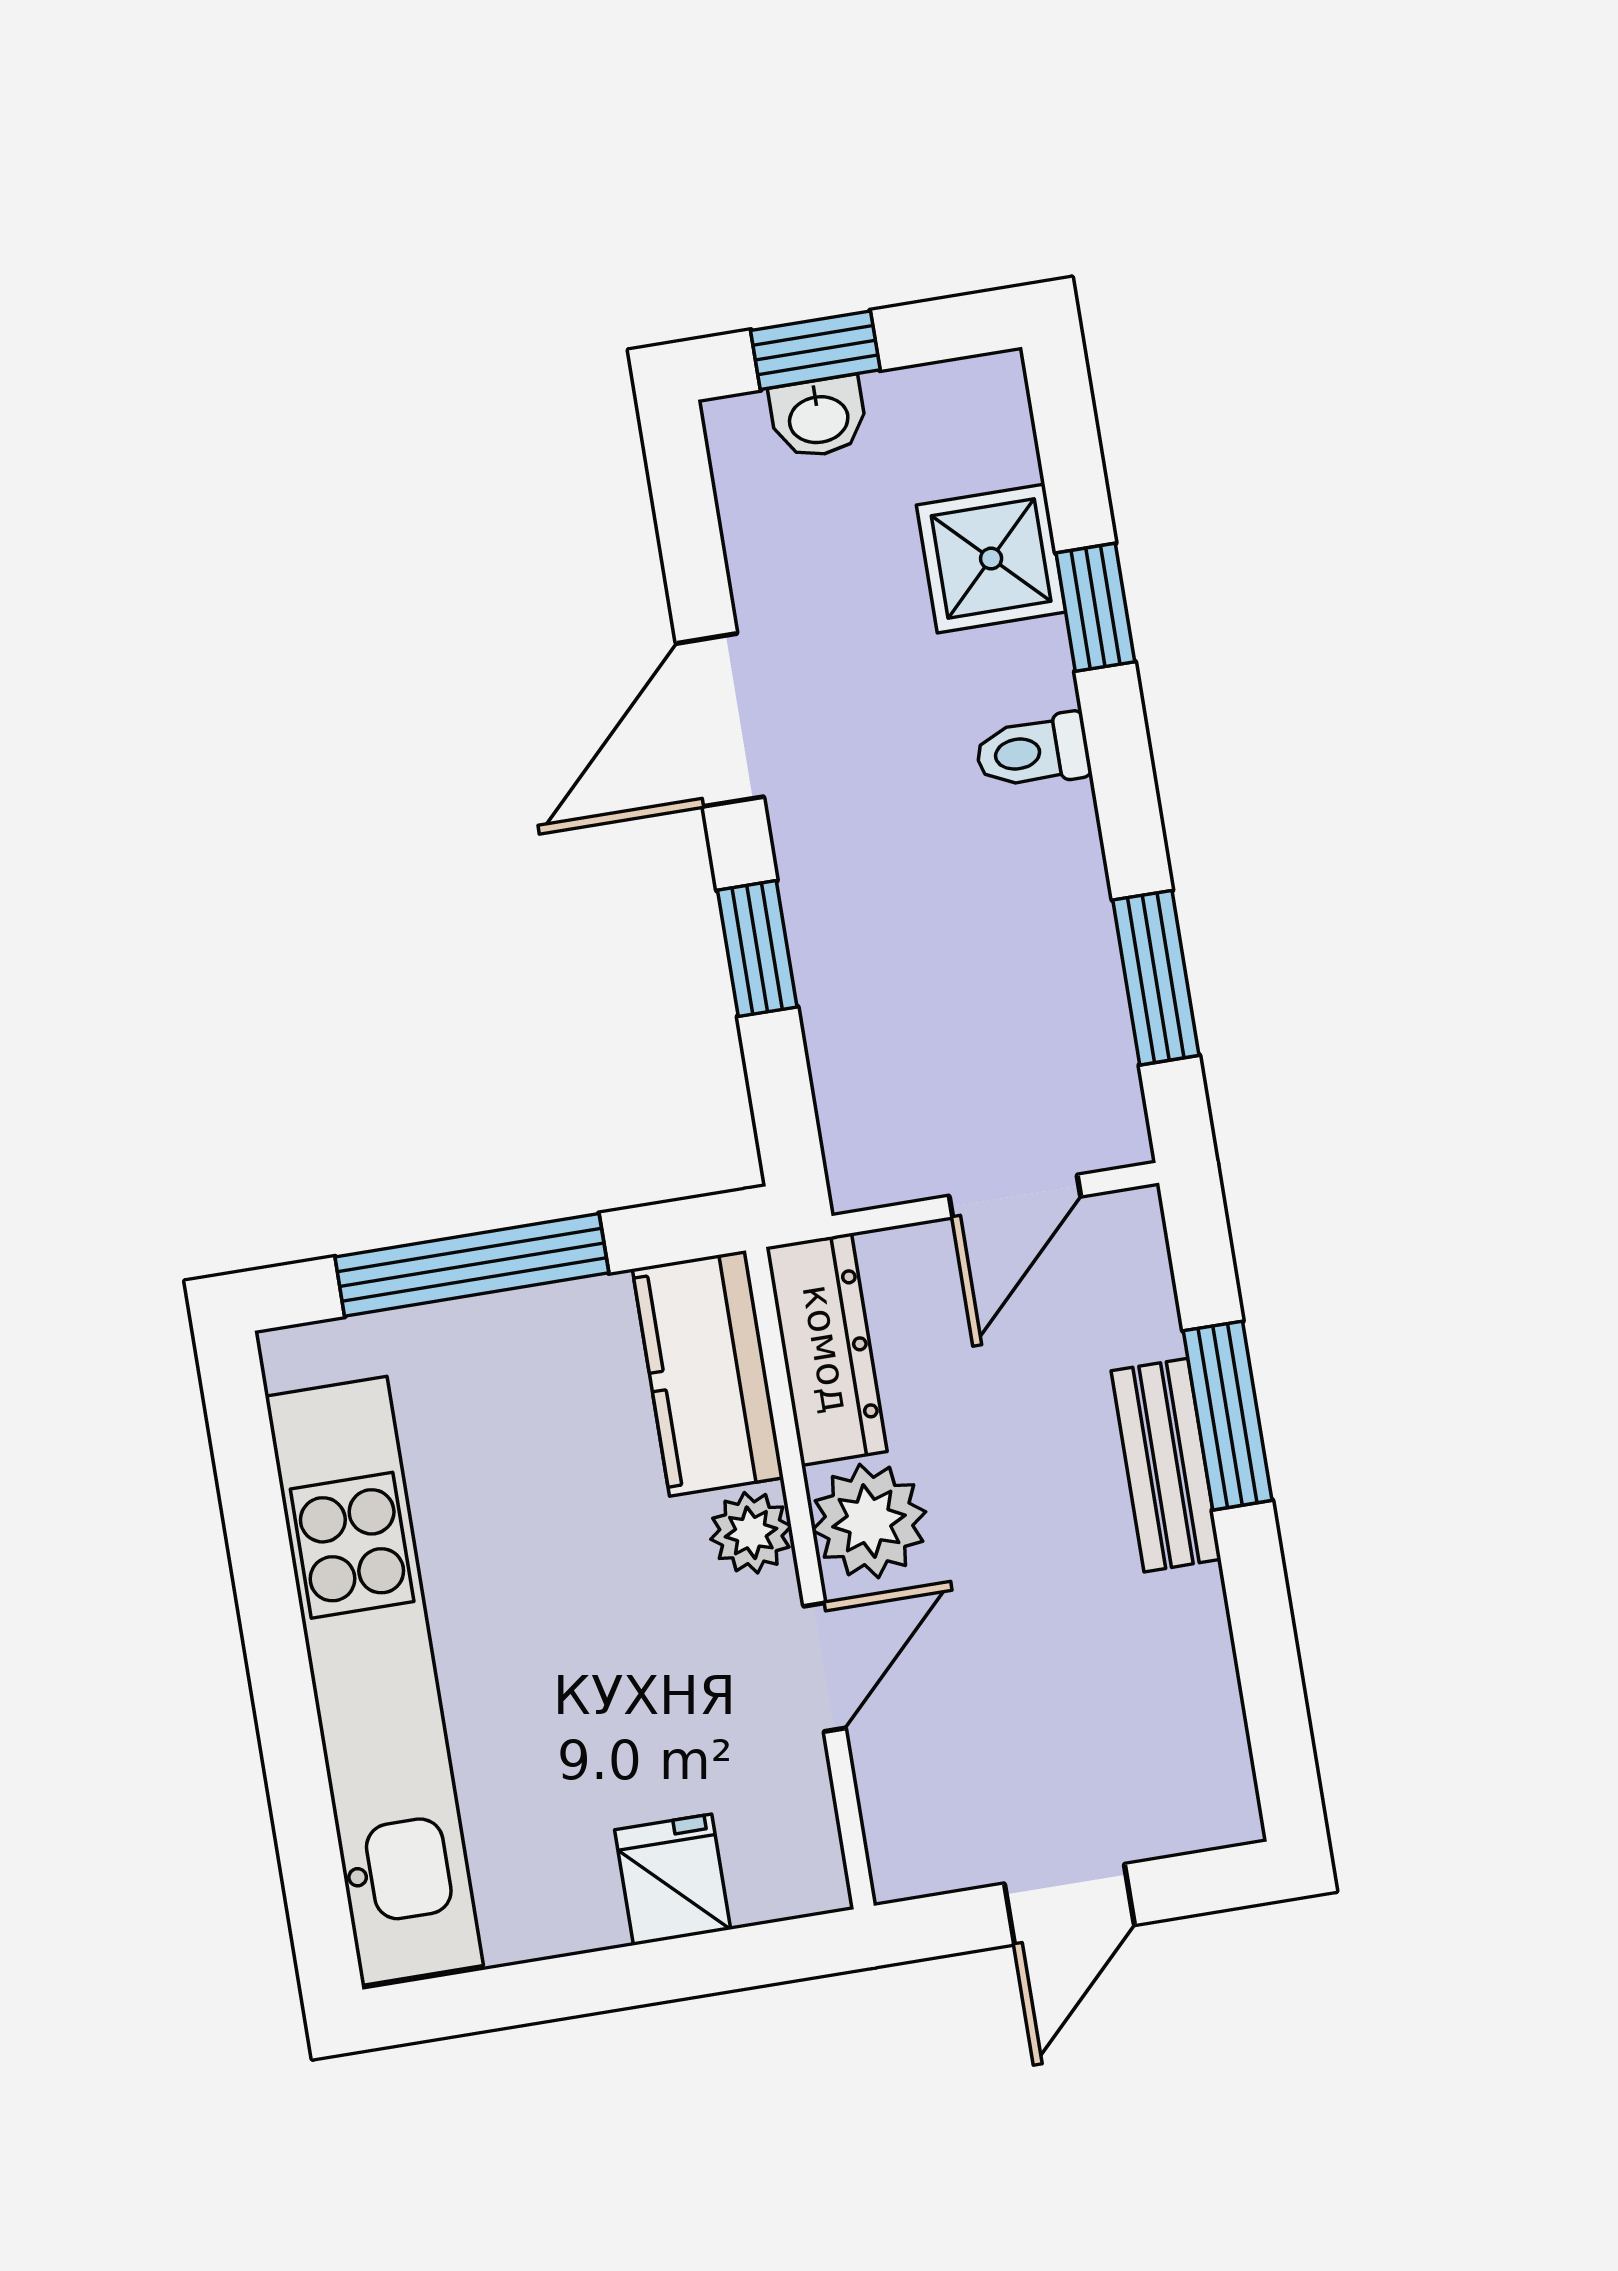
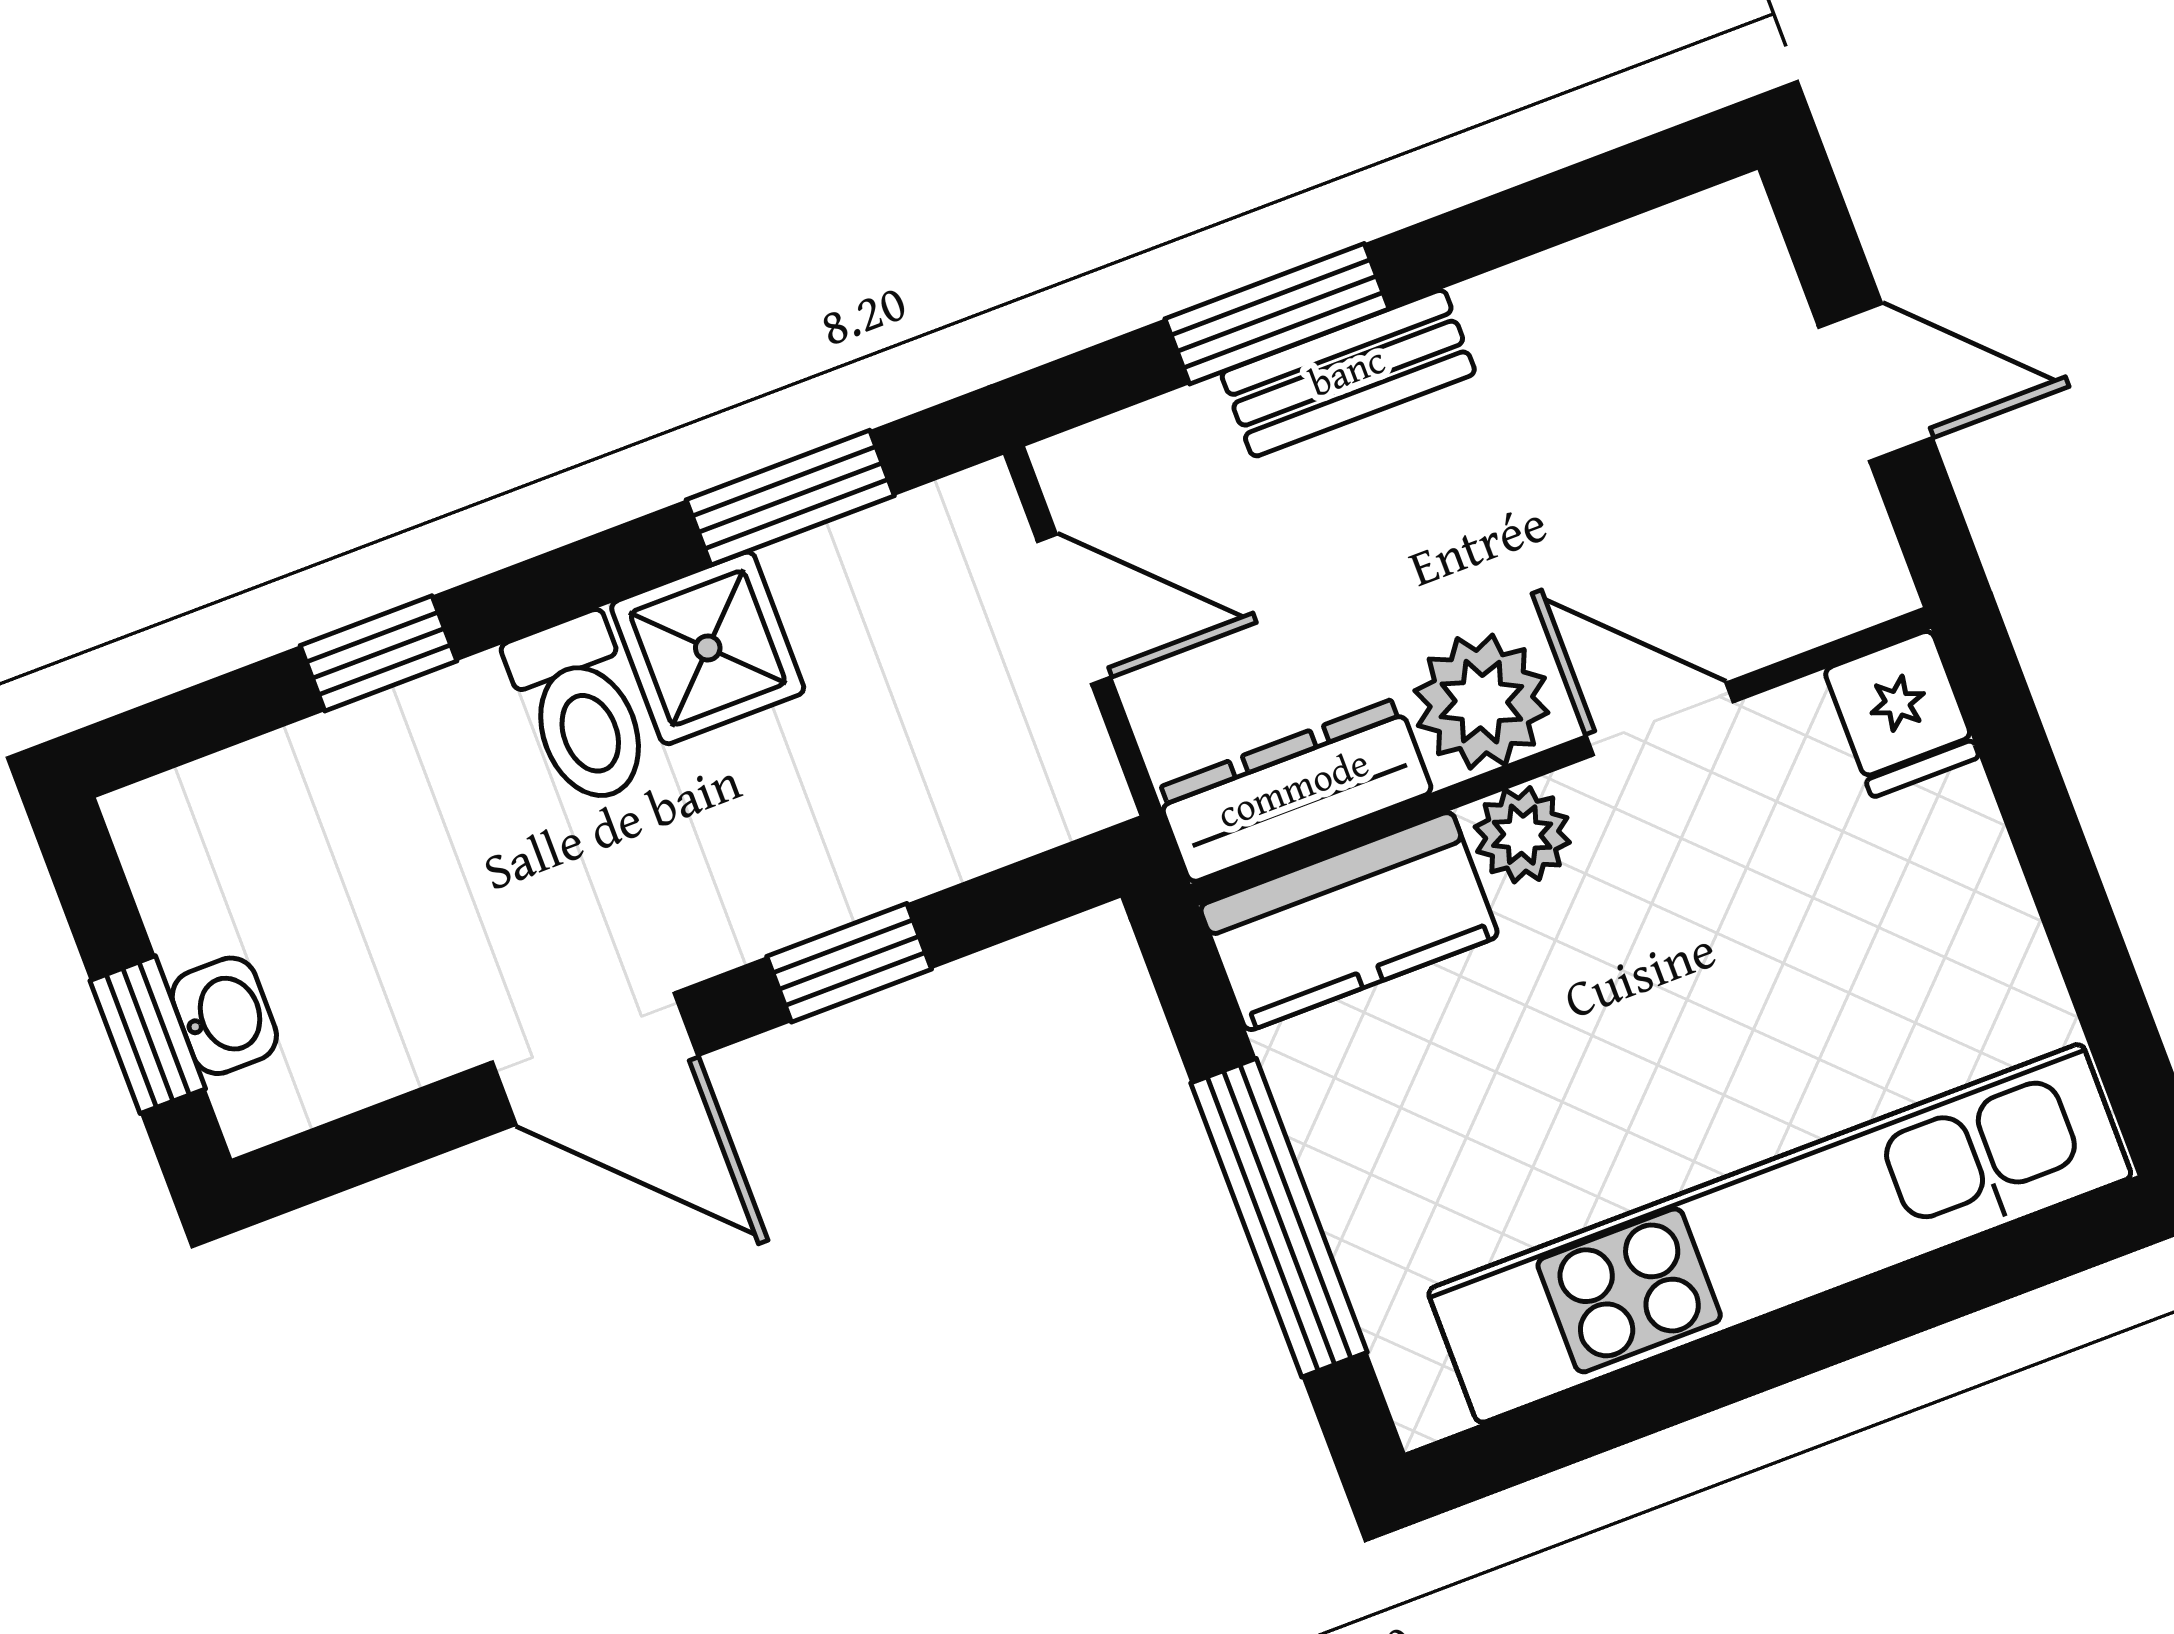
shower: (991, 559) -> (708, 648), moved
toilet: (1033, 752) -> (581, 710), width x1.37, depth x1.39
fridge: (673, 1880) -> (1902, 714), moved, turned -90

